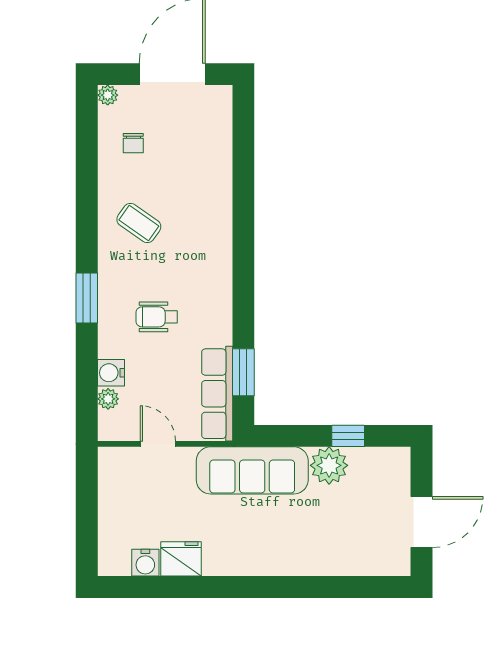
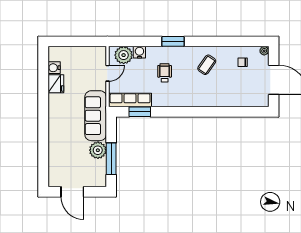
plant: (108, 399) -> (124, 55), width x1.88, depth x1.88
window: (348, 436) -> (111, 159), width x2.17

